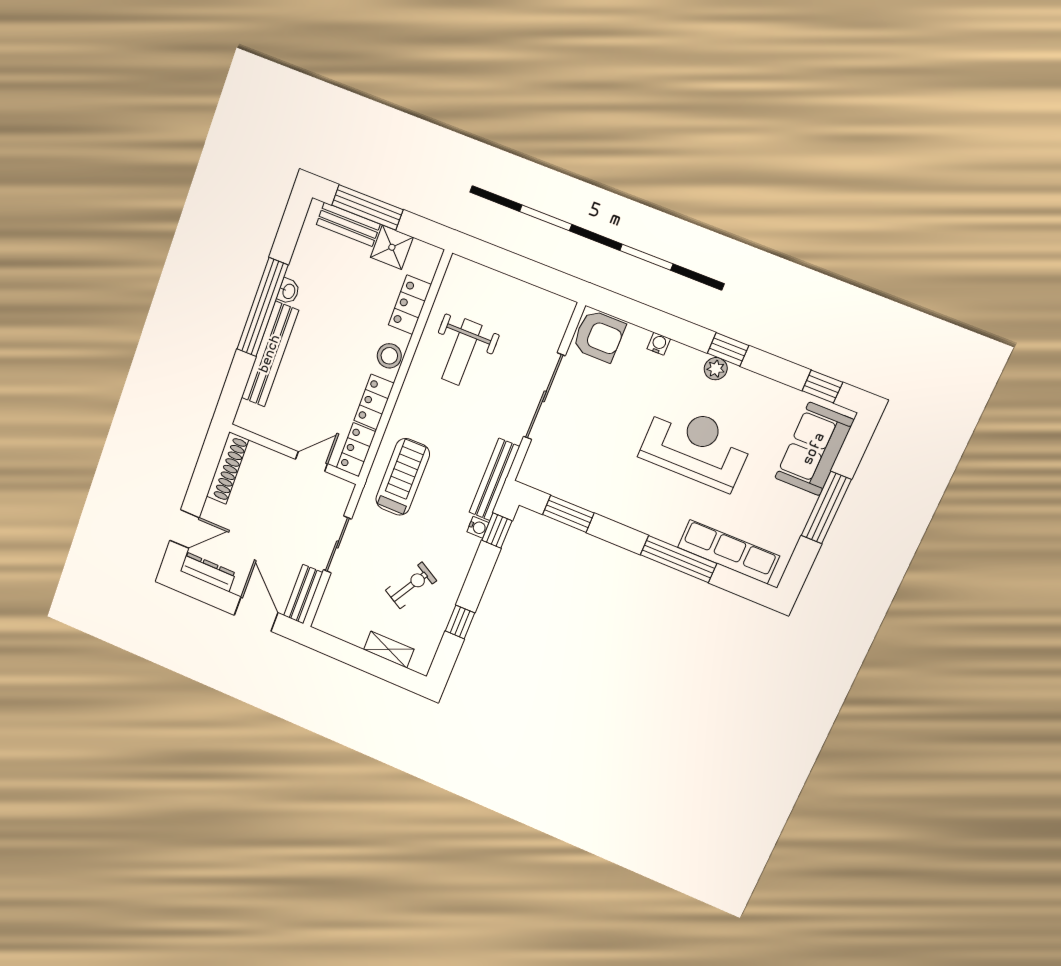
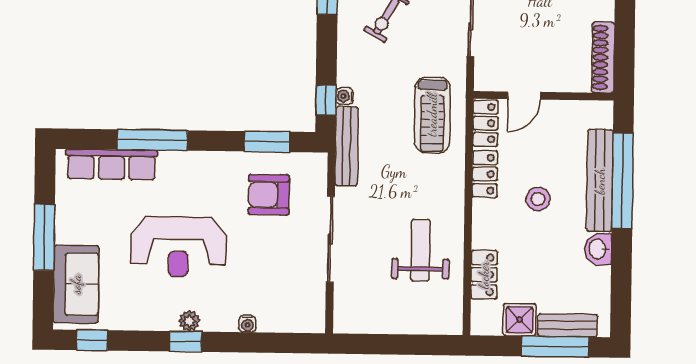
washbasin: (288, 291) -> (598, 249), width x1.38, depth x1.45
window: (262, 307) -> (623, 181), moved
armchair: (599, 336) -> (269, 195), moved
stool: (389, 356) -> (538, 199), moved

